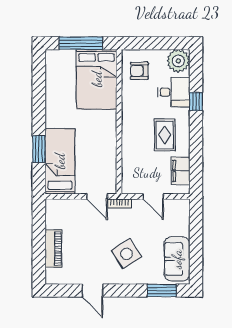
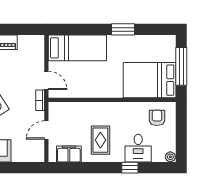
plant: (178, 61) -> (170, 157), width x0.53, depth x0.53
rug: (165, 135) -> (100, 140), turned 90
window: (39, 149) -> (123, 29), moved
door: (97, 196) -> (46, 80), swing flipped

